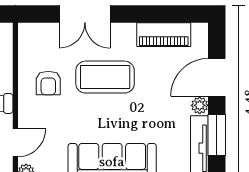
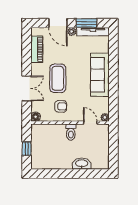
floor lamp: (28, 32) -> (36, 117), added

